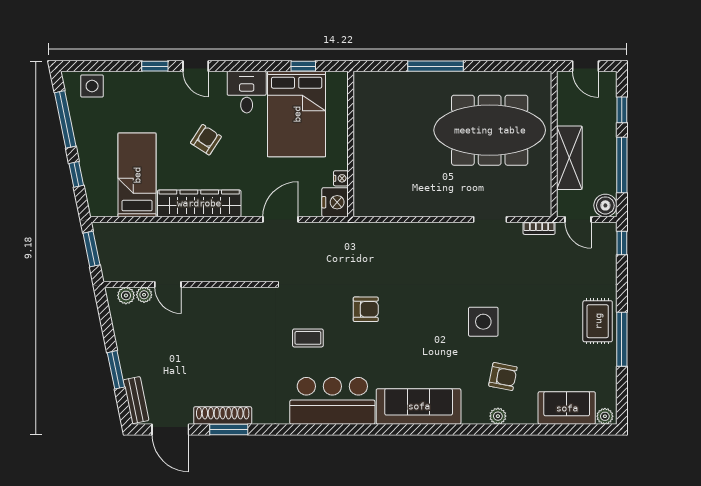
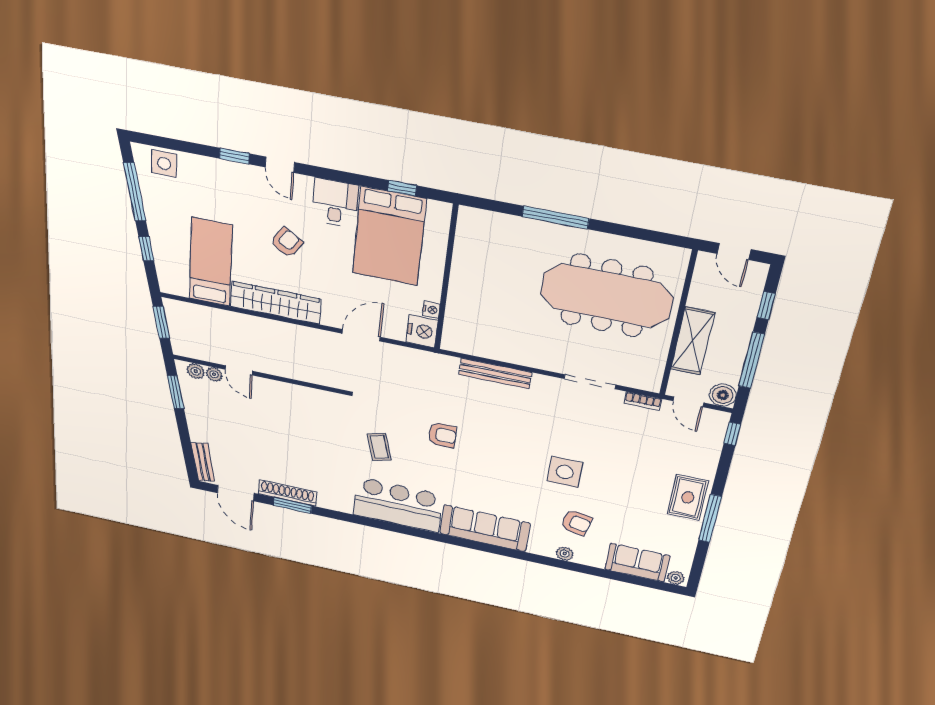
doorway: (490, 219) -> (590, 382), width x1.38
bench: (406, 231) -> (495, 374), added
coffee table: (308, 338) -> (379, 447), turned 74
window: (116, 370) -> (176, 392), moved

